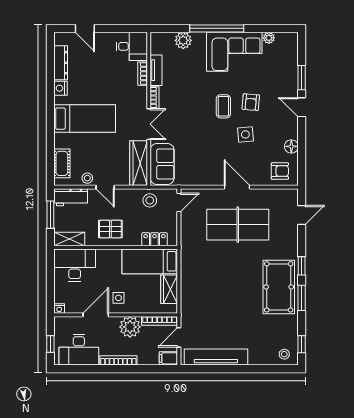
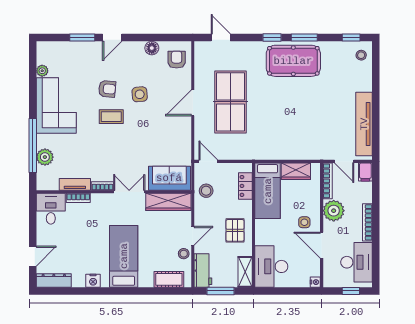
window: (217, 28) -> (33, 146), moved
dresser: (61, 63) -> (54, 280), moved

